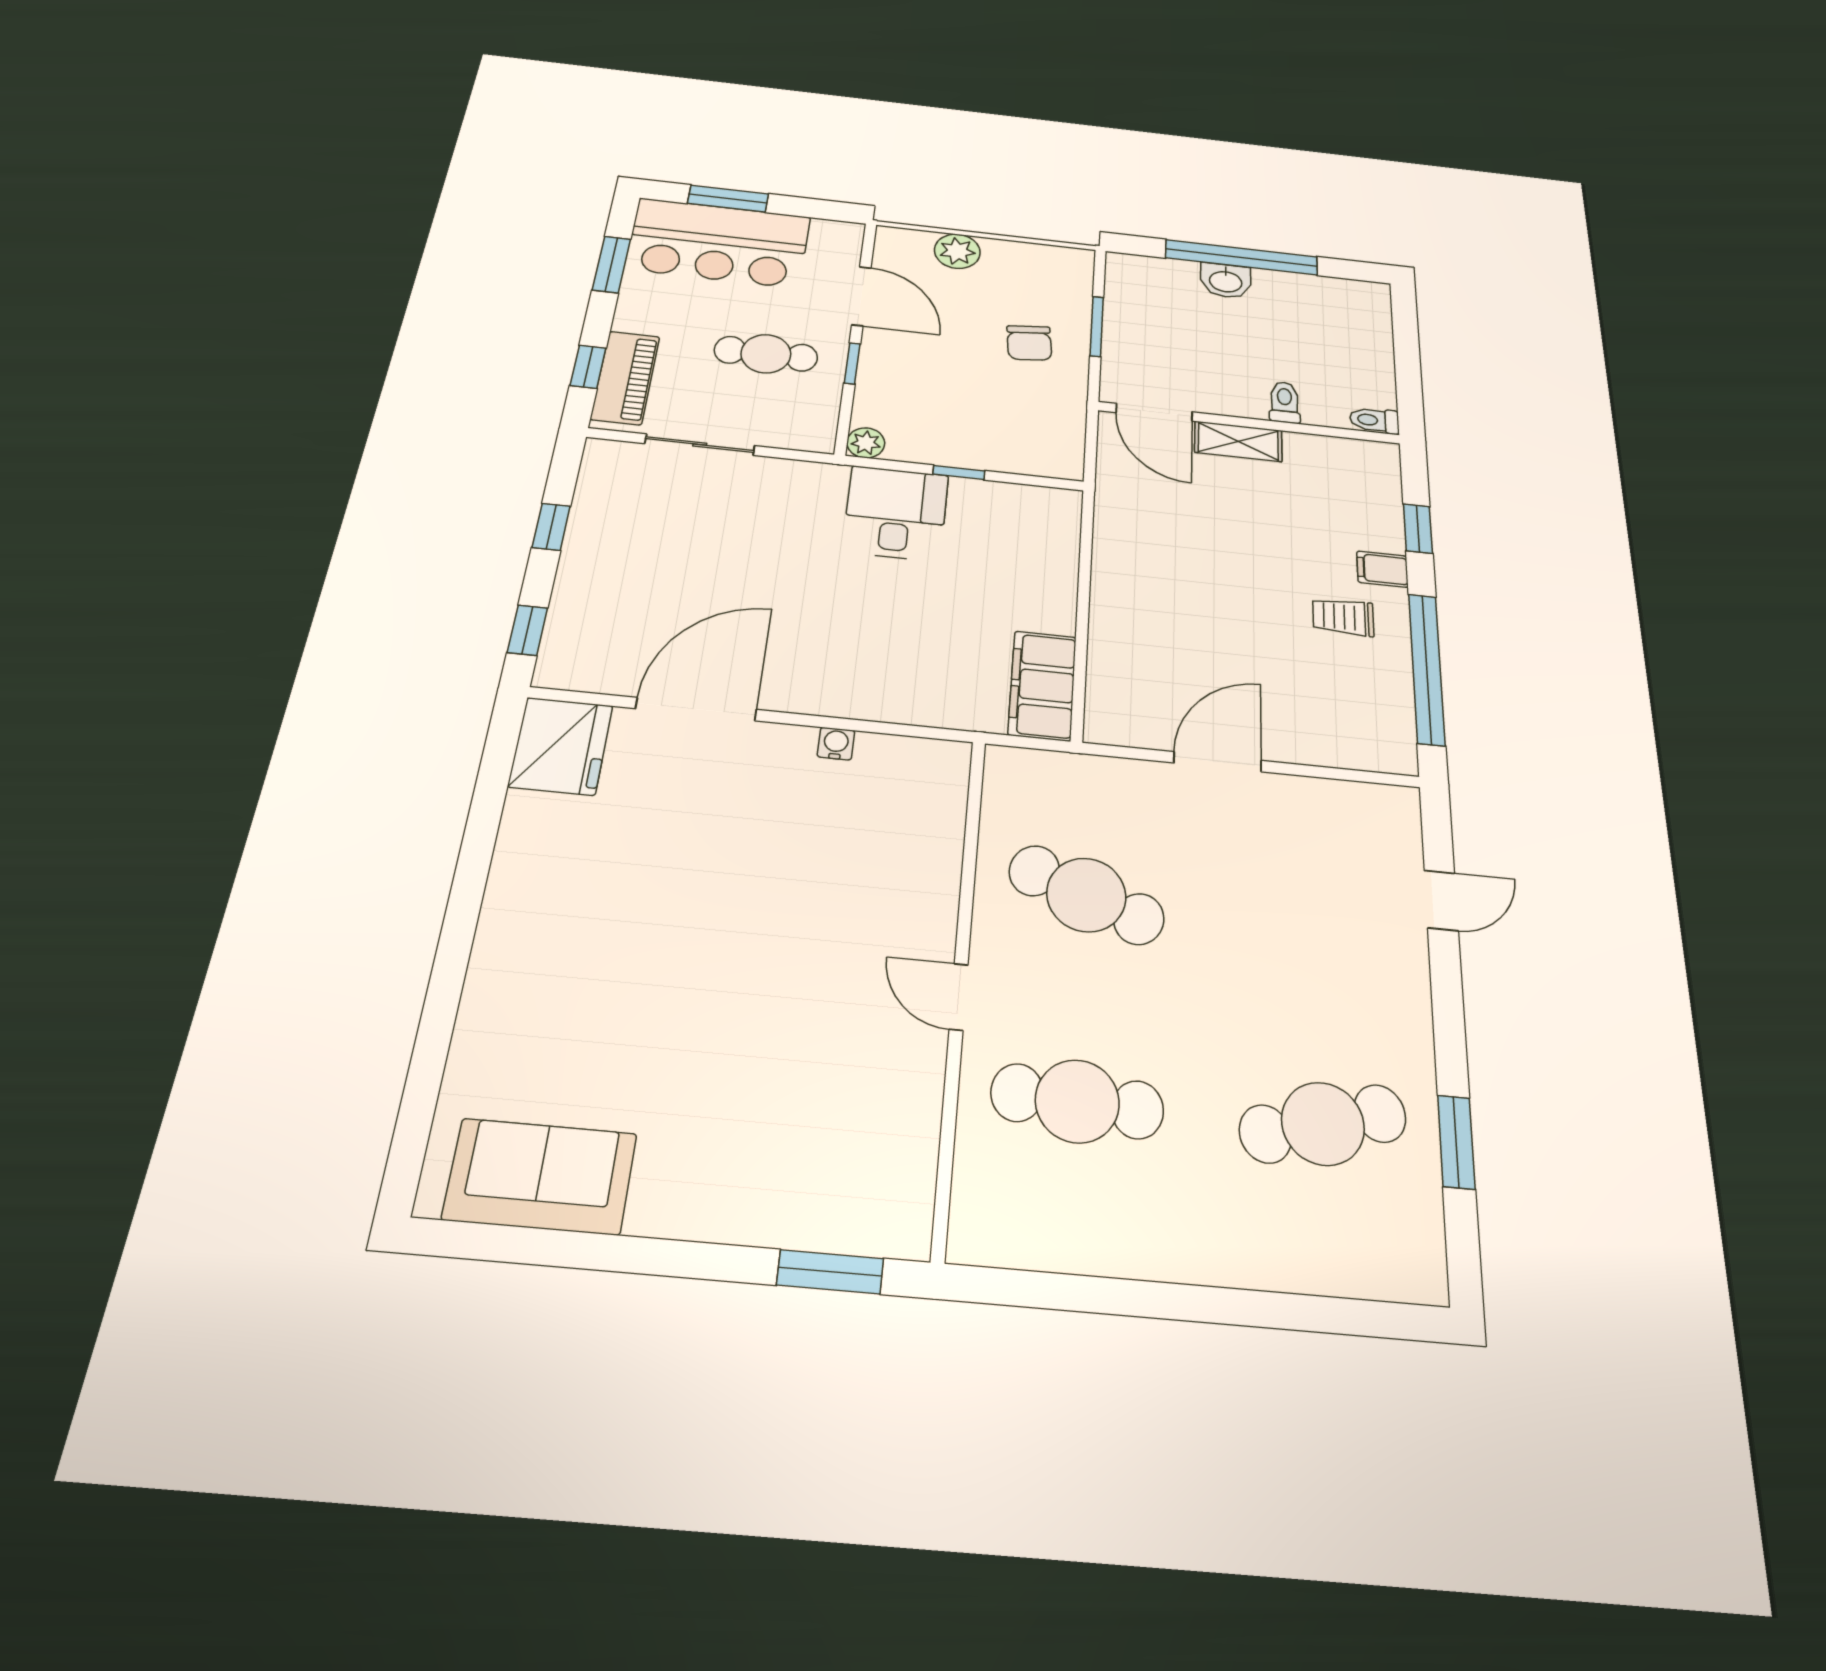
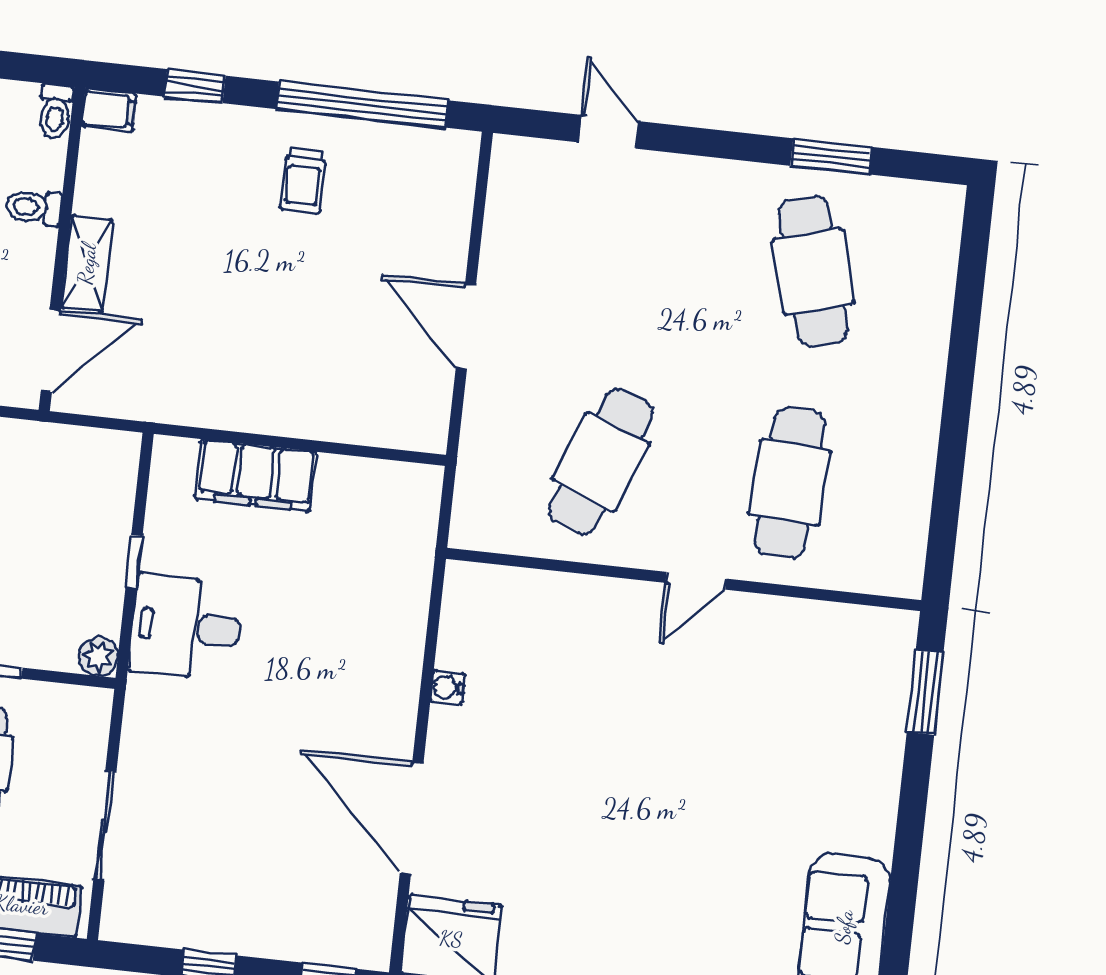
filing cabinet: (1382, 569) -> (109, 110), moved, turned -90
filing cabinet: (1042, 685) -> (256, 475), moved

